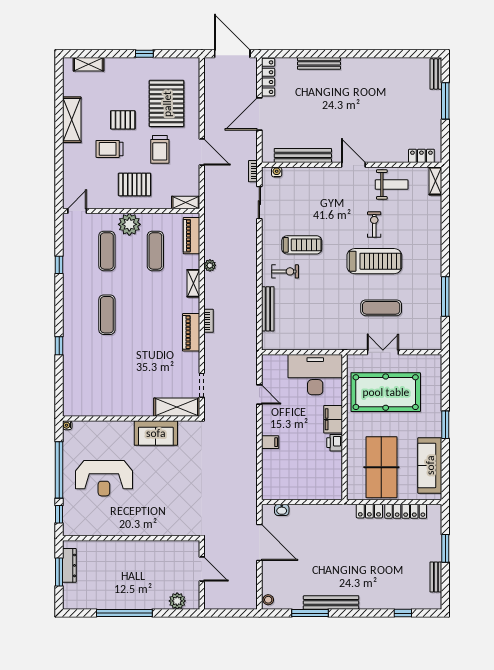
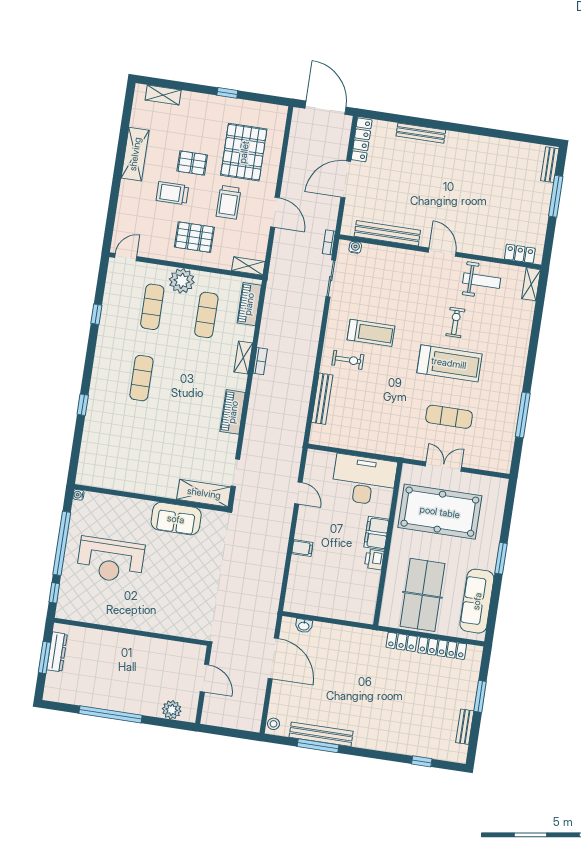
plant: (210, 265) -> (265, 340), removed
bookcase: (209, 321) -> (260, 361), moved
bench: (331, 603) -> (321, 734), moved

